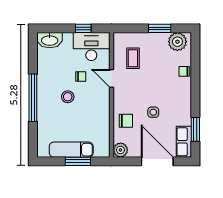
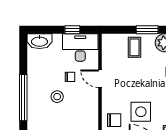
coffee table: (133, 58) -> (134, 47), moved
side table: (153, 112) -> (141, 112), width x1.87, depth x1.87

